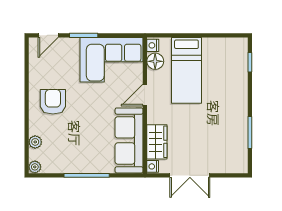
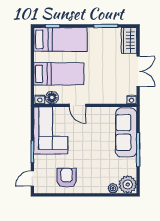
door: (48, 35) -> (32, 178), swing flipped
bed: (232, 73) -> (60, 39), added
armchair: (53, 102) -> (67, 178), moved, turned 90
sofa: (129, 140) -> (126, 132), moved, turned 90
wardrobe: (157, 142) -> (129, 41), moved, turned -90
plant: (35, 167) -> (128, 184), width x1.87, depth x1.87

